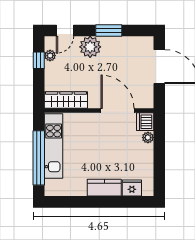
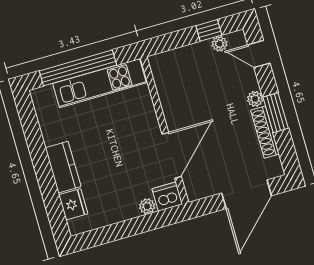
shoe rack: (120, 42) -> (265, 132), added
plant: (90, 47) -> (255, 99), width x0.53, depth x0.53
wardrobe: (66, 100) -> (166, 82), removed

